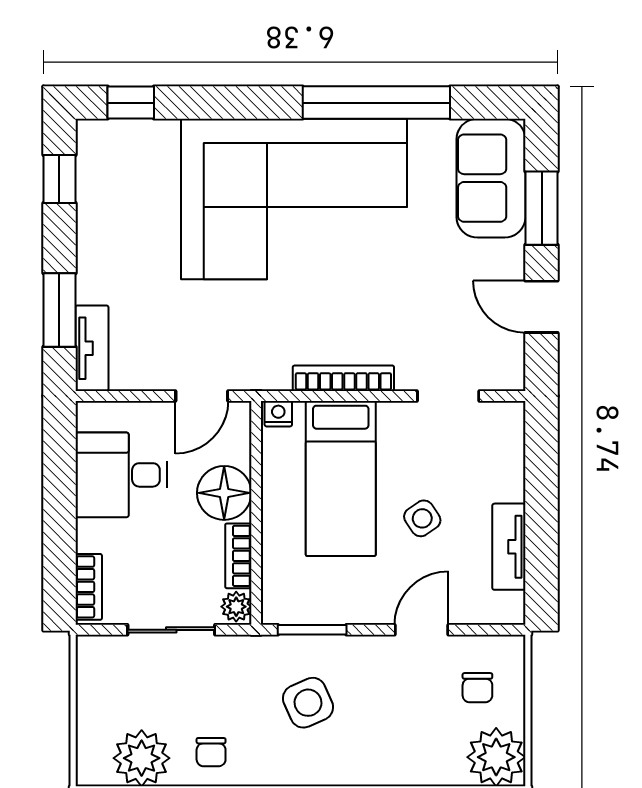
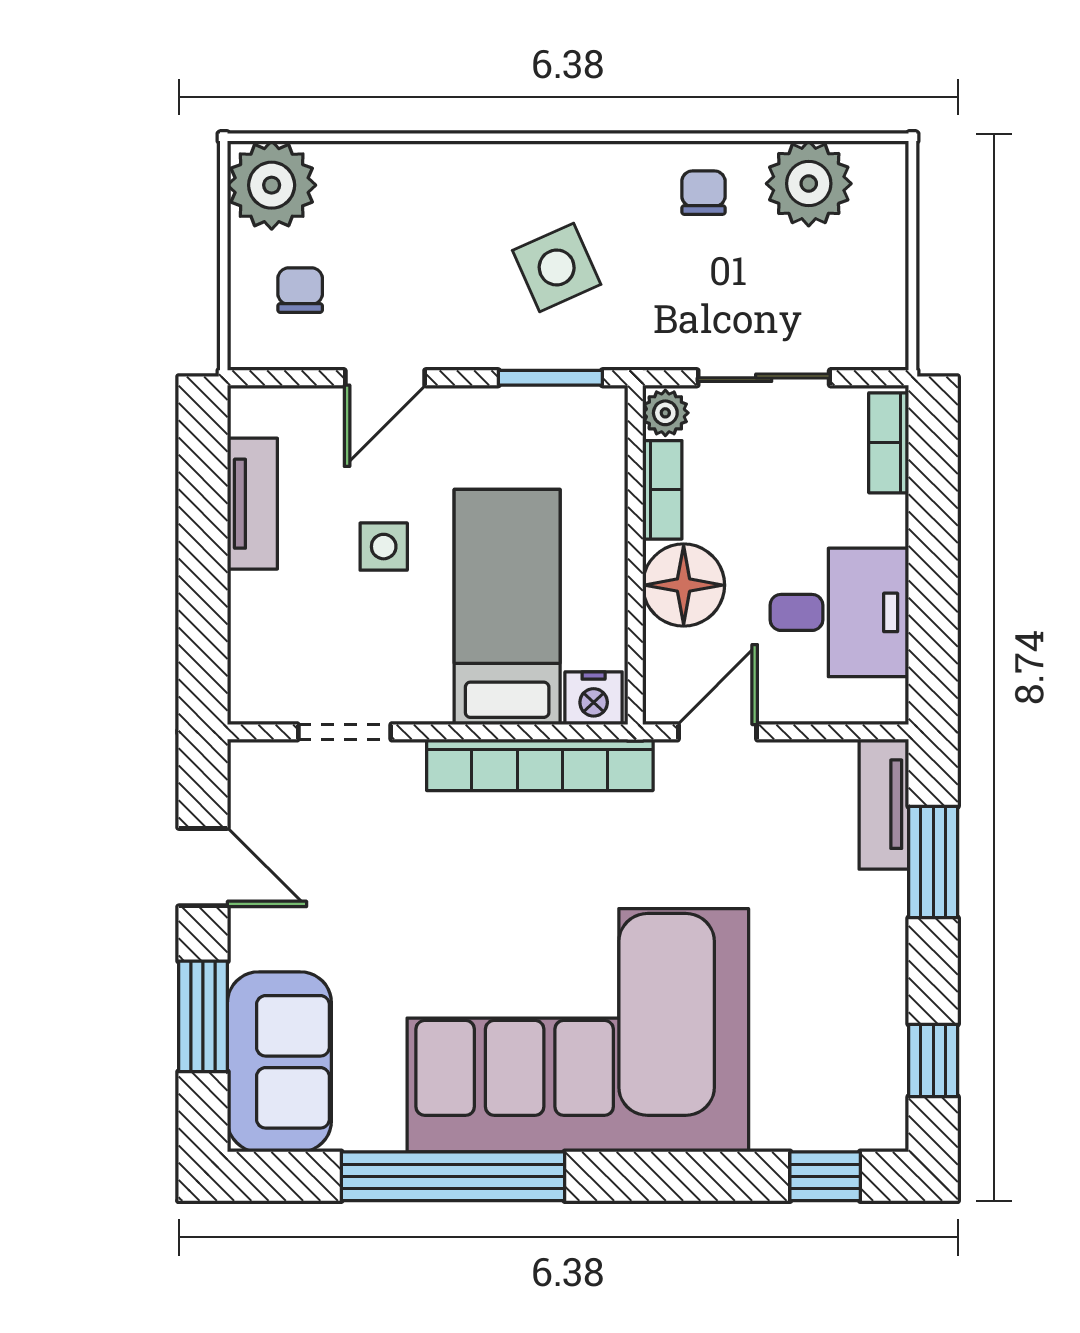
bookcase: (343, 378) -> (540, 765), width x1.48, depth x1.31
nightstand: (278, 414) -> (594, 698), width x1.39, depth x1.35
side table: (422, 518) -> (384, 547), turned 34

